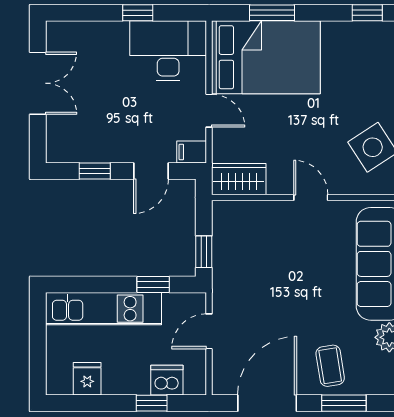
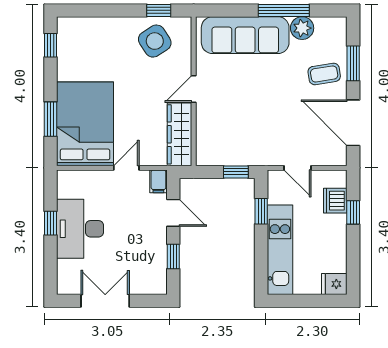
desk: (168, 51) -> (80, 229), moved
wardrobe: (239, 179) -> (179, 134), width x1.50
fridge: (87, 379) -> (334, 284), moved

